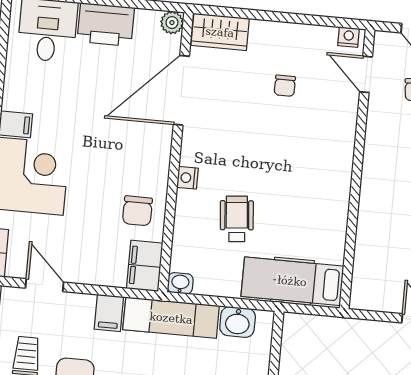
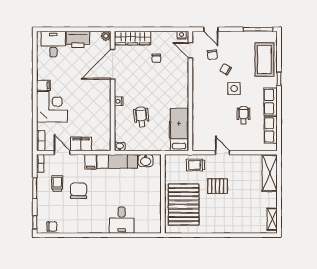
wardrobe: (220, 32) -> (133, 38), width x1.50
chair: (137, 211) -> (99, 117), removed
filing cabinet: (145, 266) -> (81, 144), moved, turned 90
hospital bed: (292, 281) -> (179, 129), moved, turned 90
trolley: (353, 343) -> (196, 165), added

